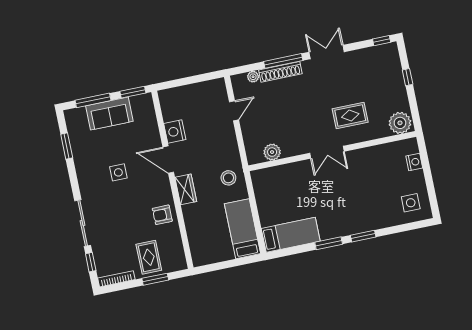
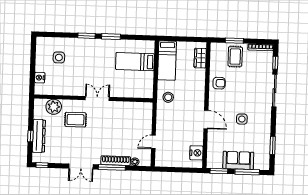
dresser: (396, 80) -> (39, 136), added
plant: (400, 123) -> (54, 107), moved
nightstand: (175, 132) -> (196, 153), moved
plant: (272, 152) -> (134, 108), removed
wardrobe: (186, 189) -> (200, 58), moved
side table: (411, 203) -> (59, 57), moved
bed: (291, 235) -> (135, 62), moved

